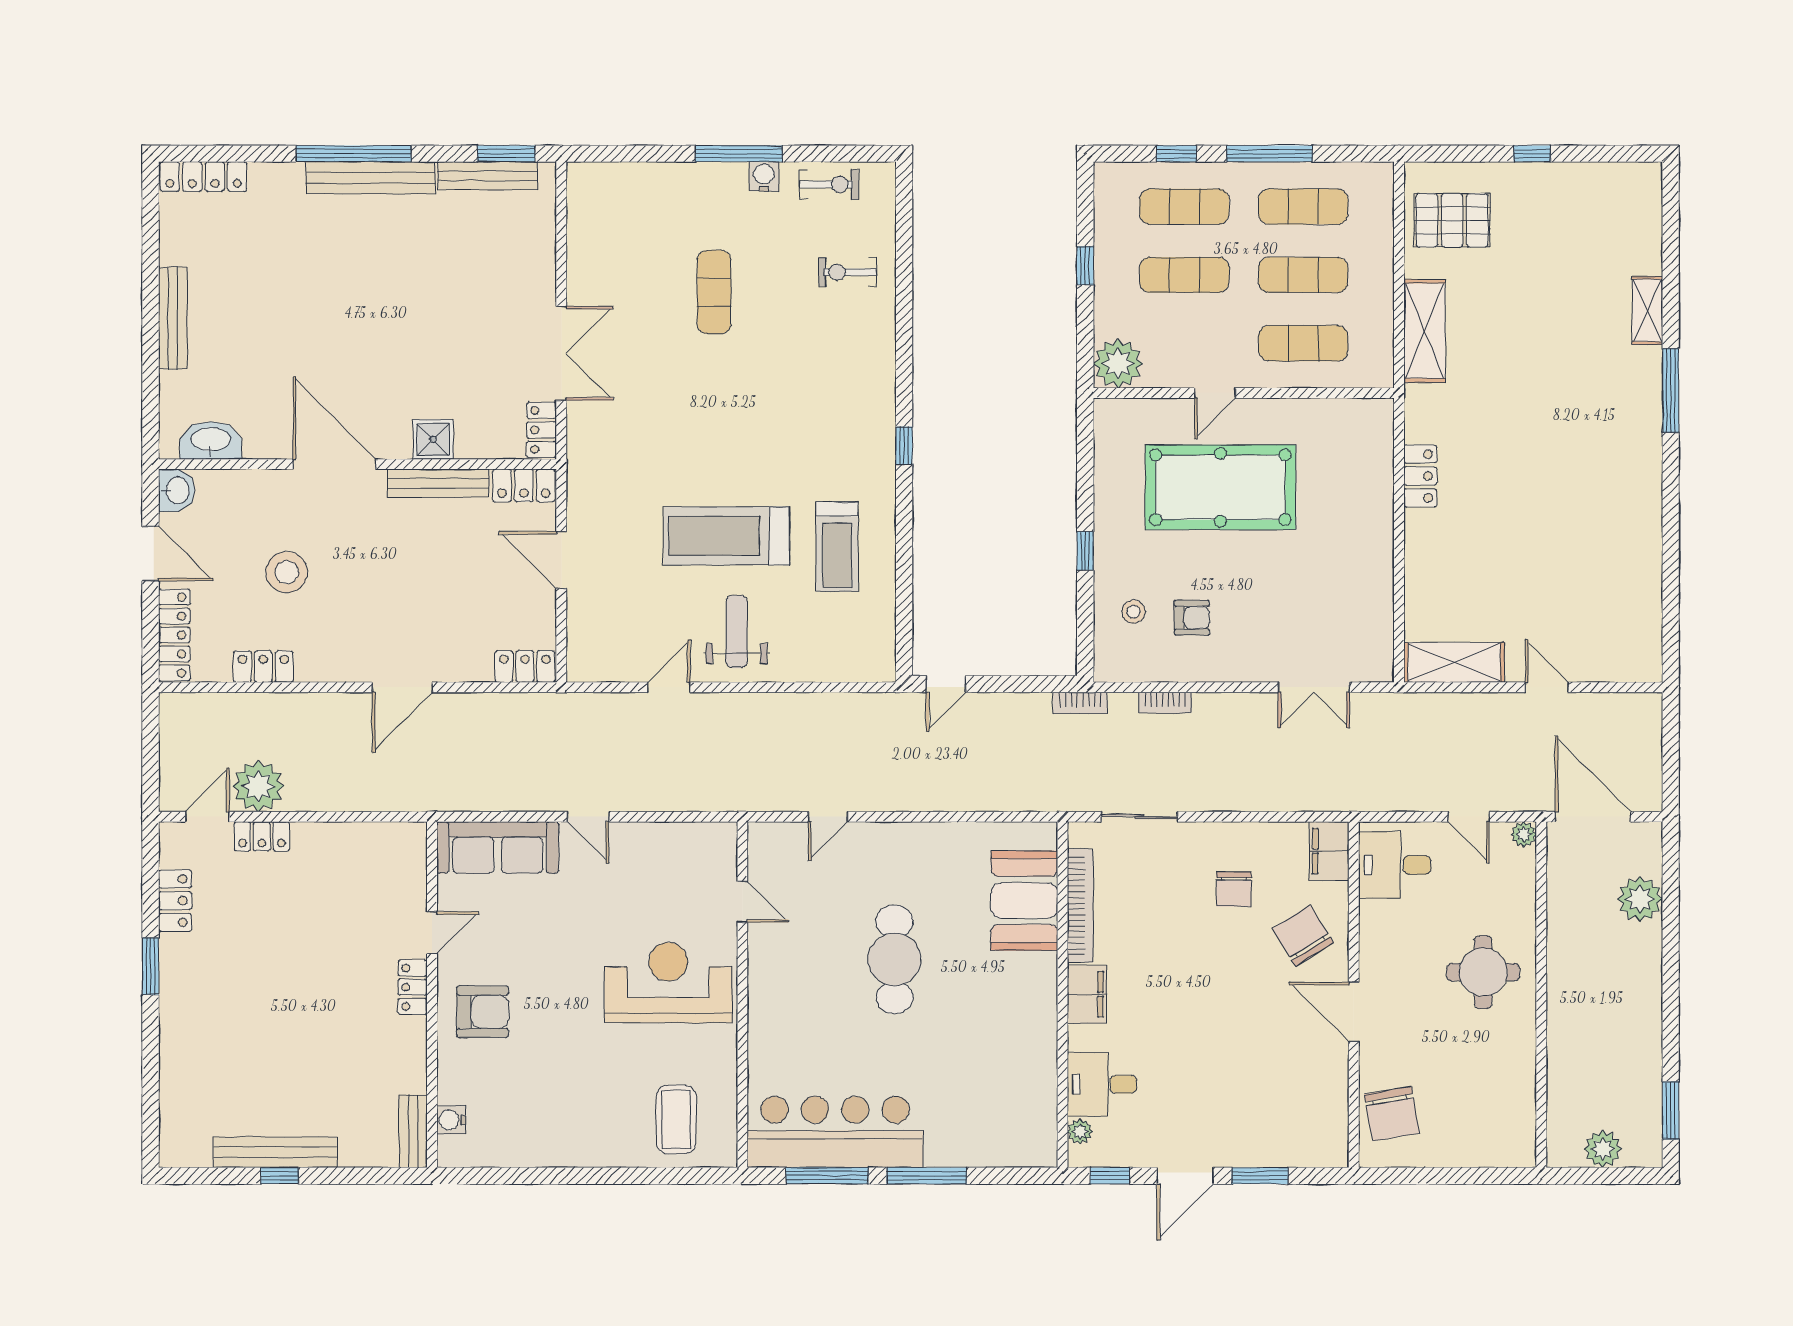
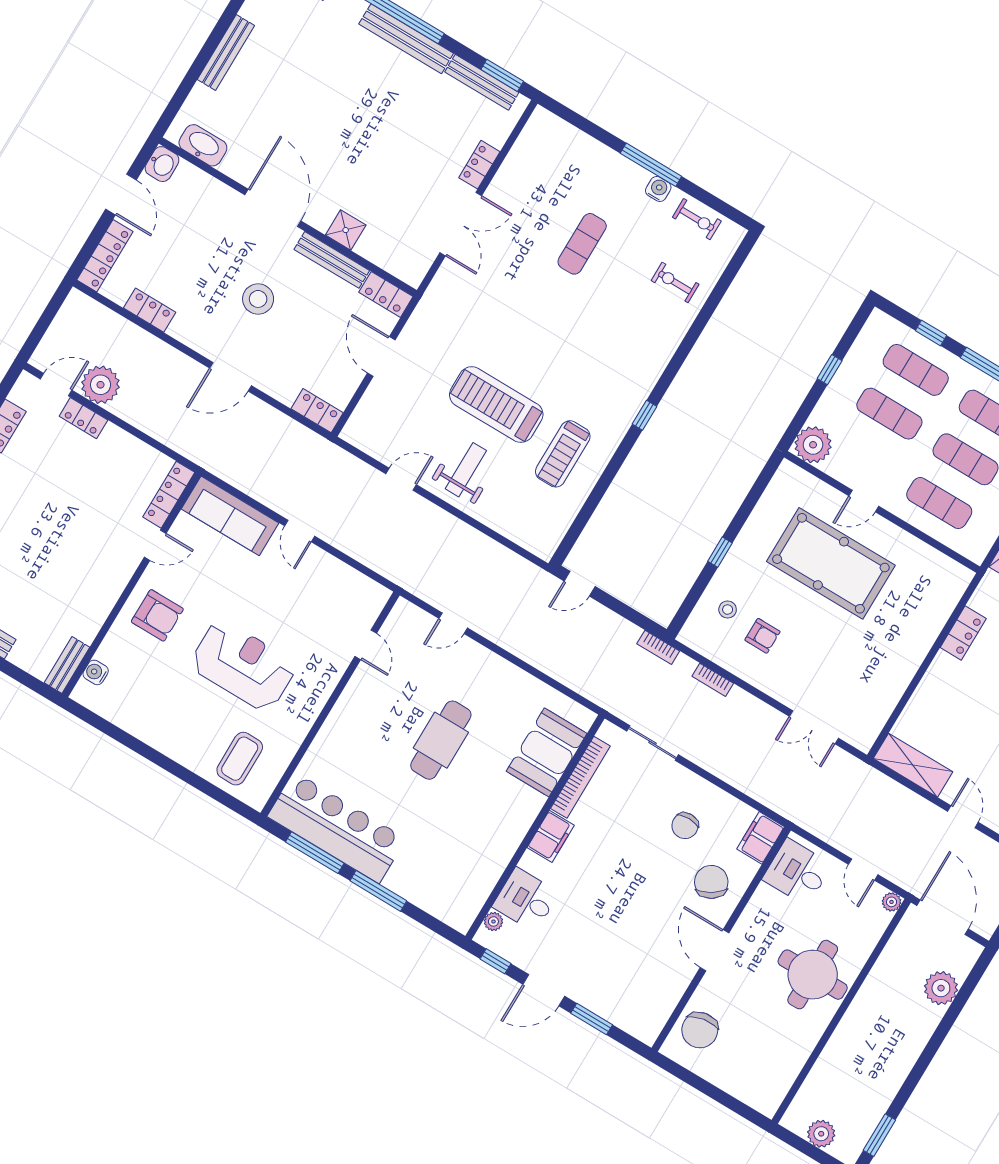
locker: (542, 430) -> (479, 165), moved
stool: (287, 572) -> (258, 299), moved
round table: (1483, 972) -> (813, 975), width x1.36, depth x1.36
reception desk: (668, 983) -> (243, 665), moved
locker: (413, 987) -> (169, 495), moved, width x1.53

